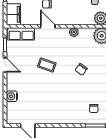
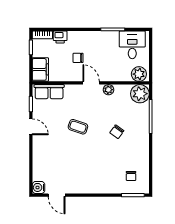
door: (48, 26) -> (91, 83), moved
water cooler: (12, 96) -> (39, 187), moved

